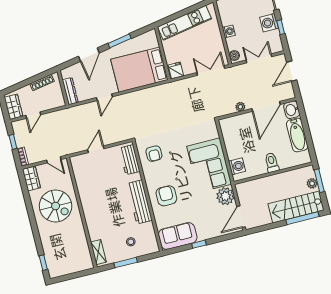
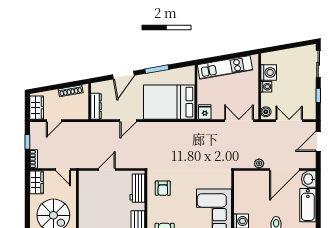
washing machine: (269, 23) -> (269, 72), moved, turned 180

